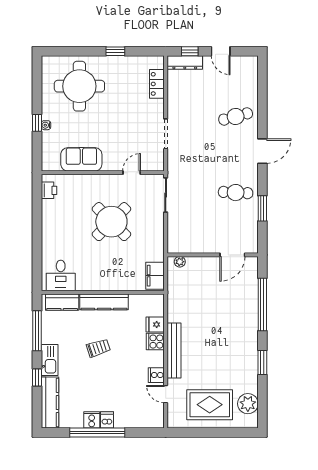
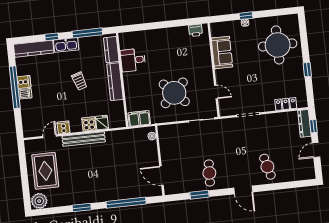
round table: (111, 222) -> (174, 93), moved
desk: (61, 276) -> (133, 60), moved
plant: (248, 404) -> (39, 201), moved

